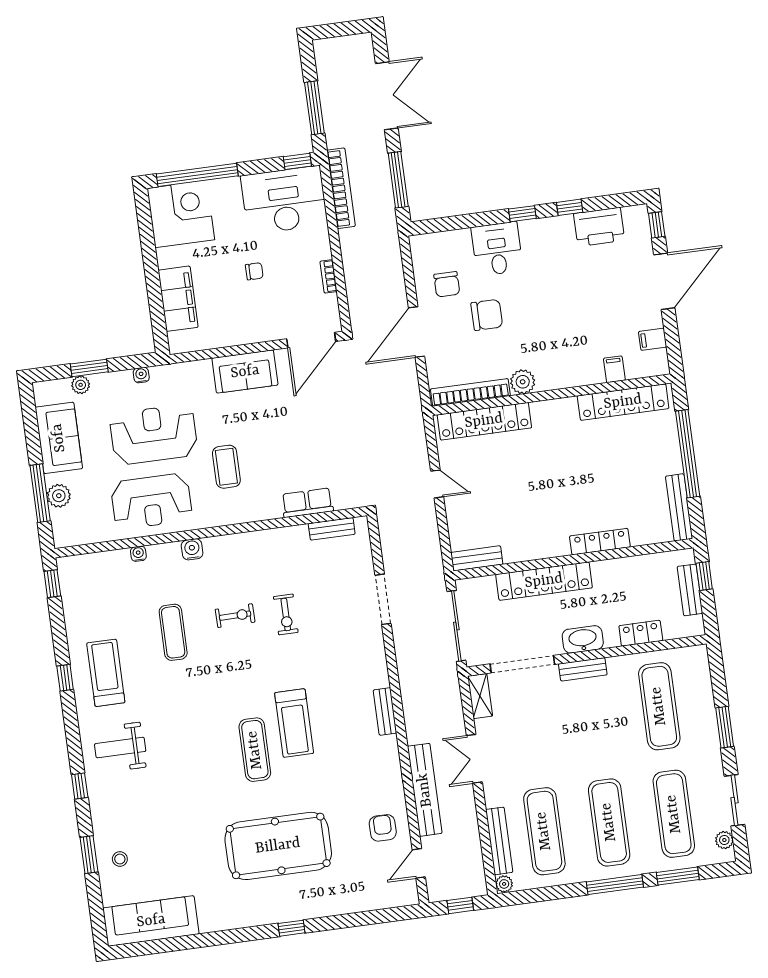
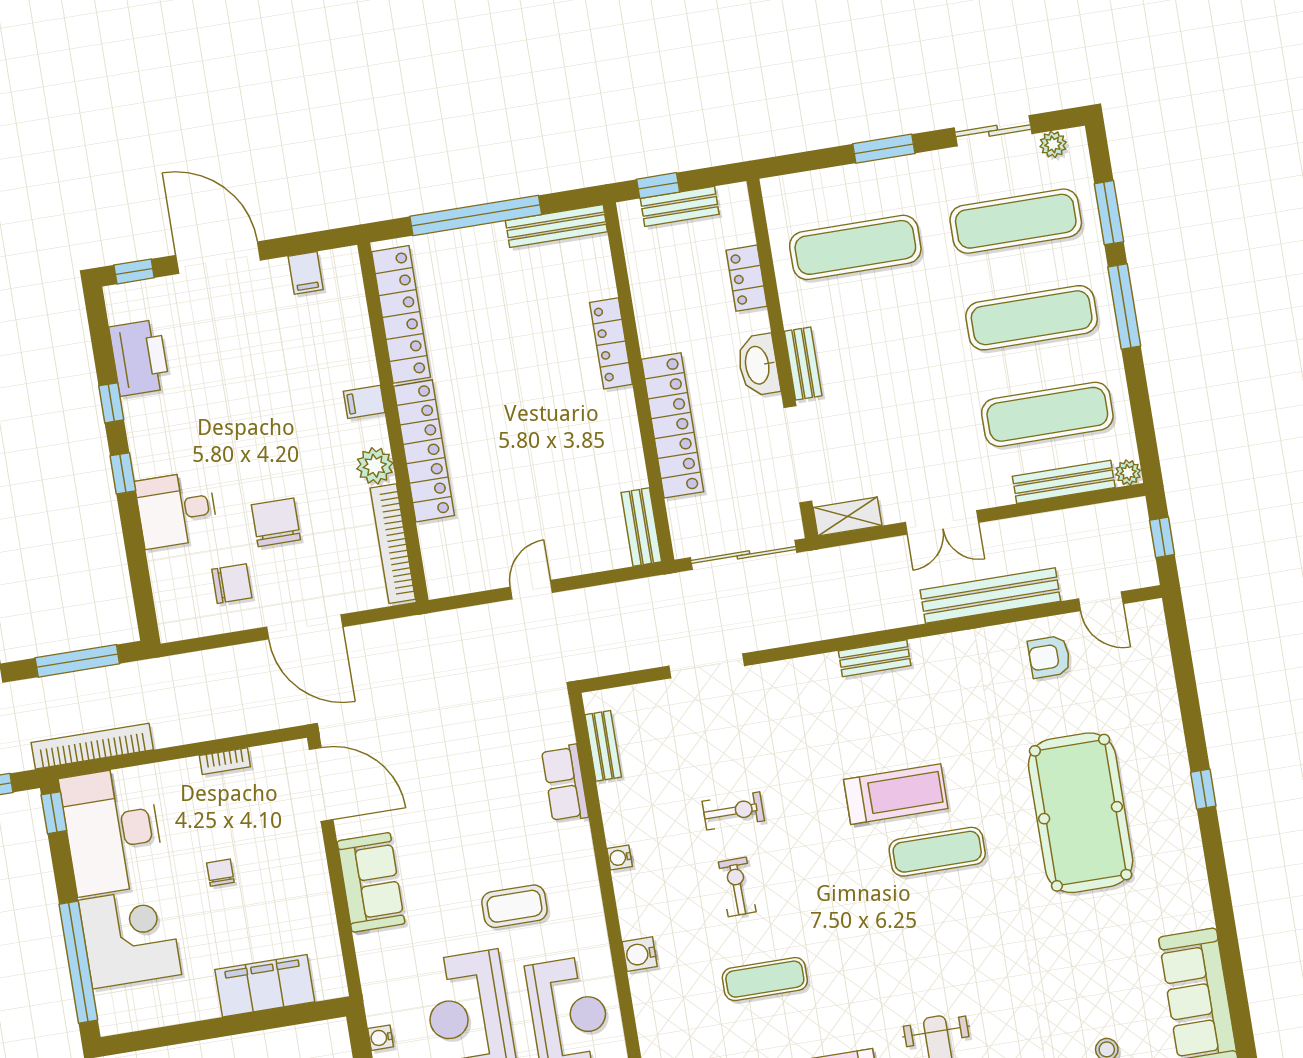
corner desk: (181, 214) -> (130, 937), moved, turned 90
filing cabinet: (614, 369) -> (364, 402), moved
locker: (484, 421) -> (424, 451), moved
water cooler: (138, 554) -> (620, 858), moved

